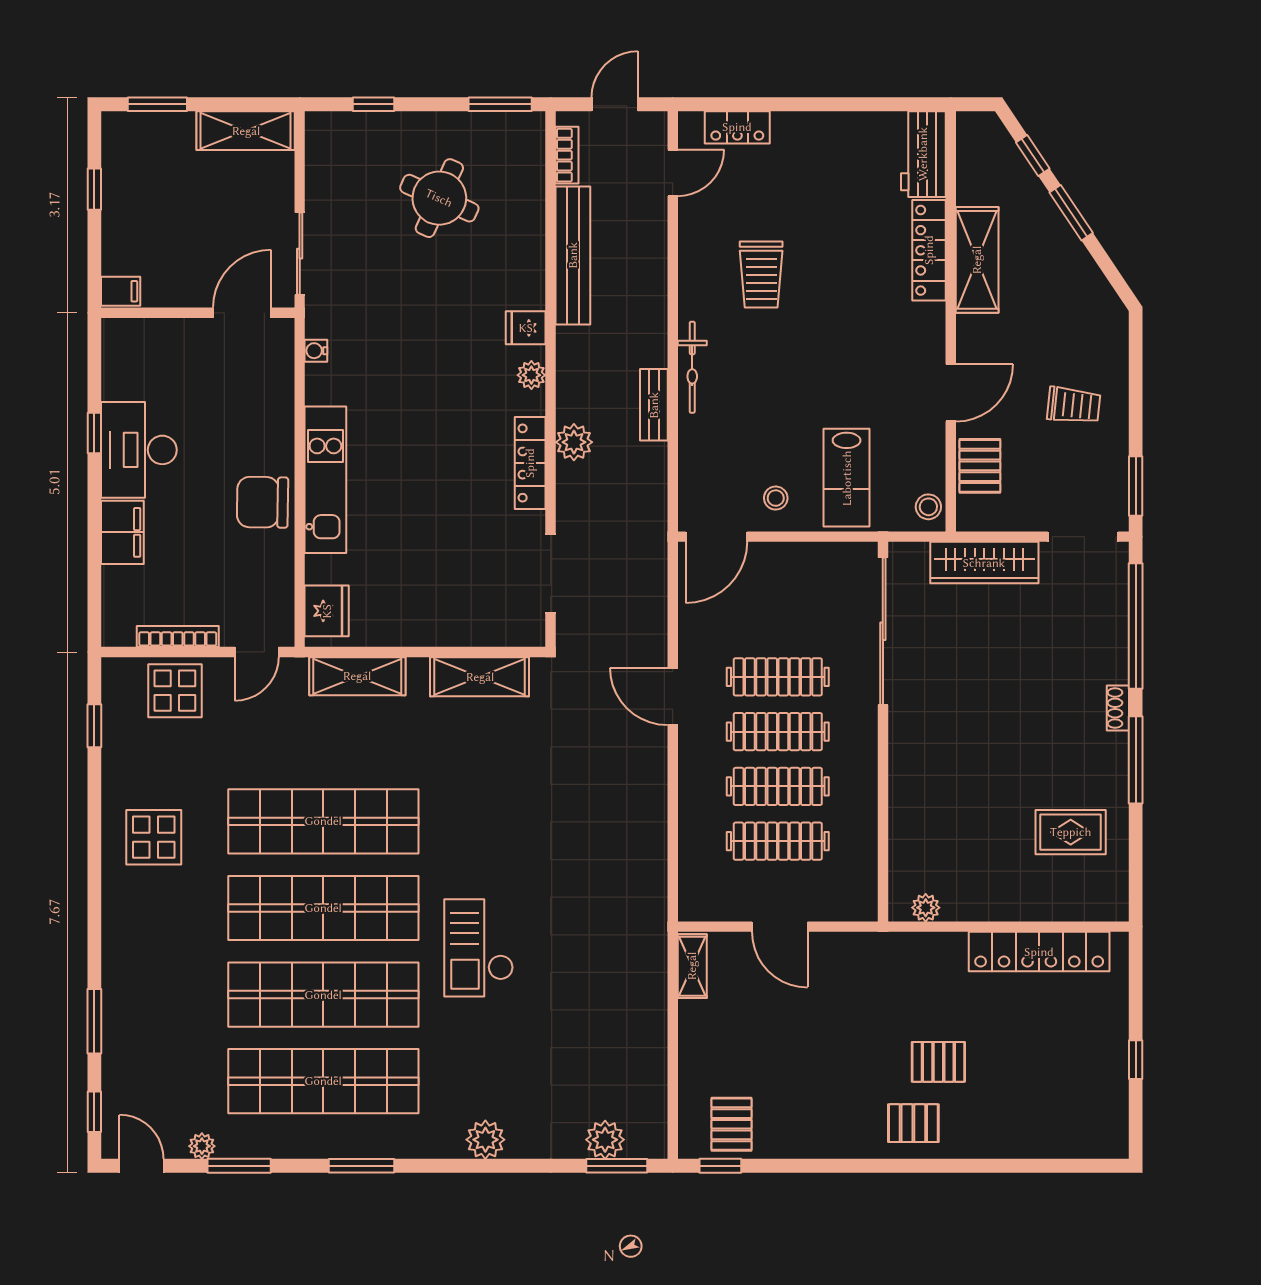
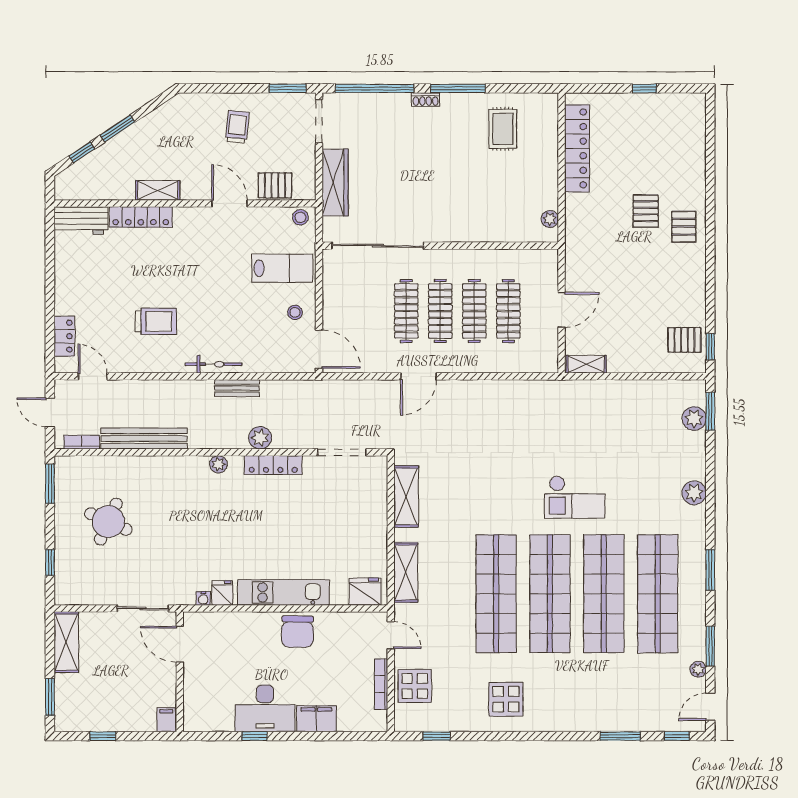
shelving: (977, 260) -> (158, 190), width x0.67, depth x0.75
fridge: (526, 328) -> (222, 593), moved, turned 180

